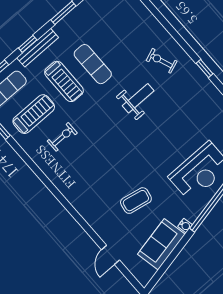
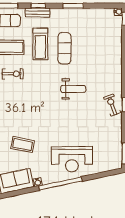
bench: (38, 48) -> (38, 12), width x0.73
exercise bike: (162, 61) -> (112, 105), moved

